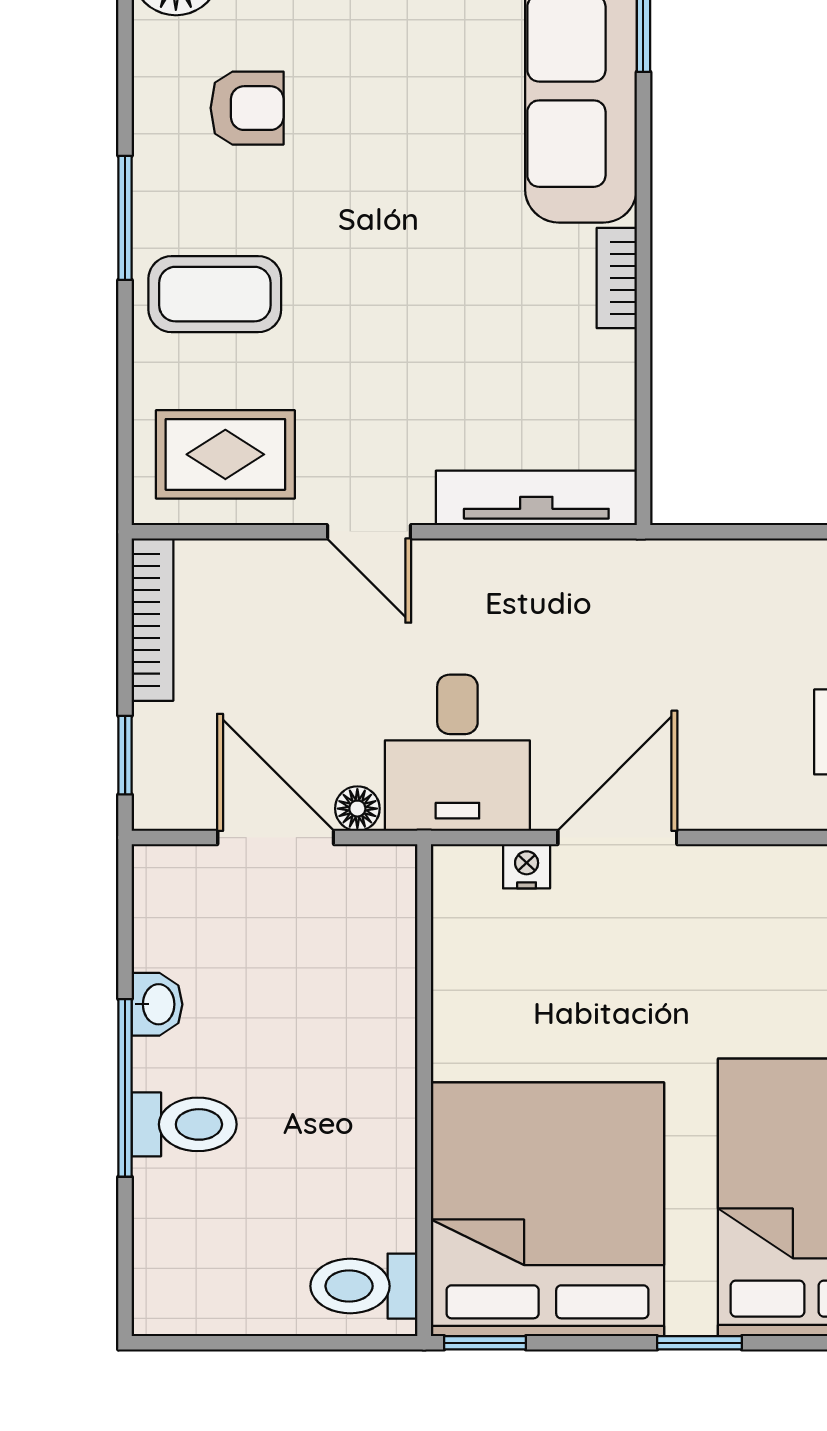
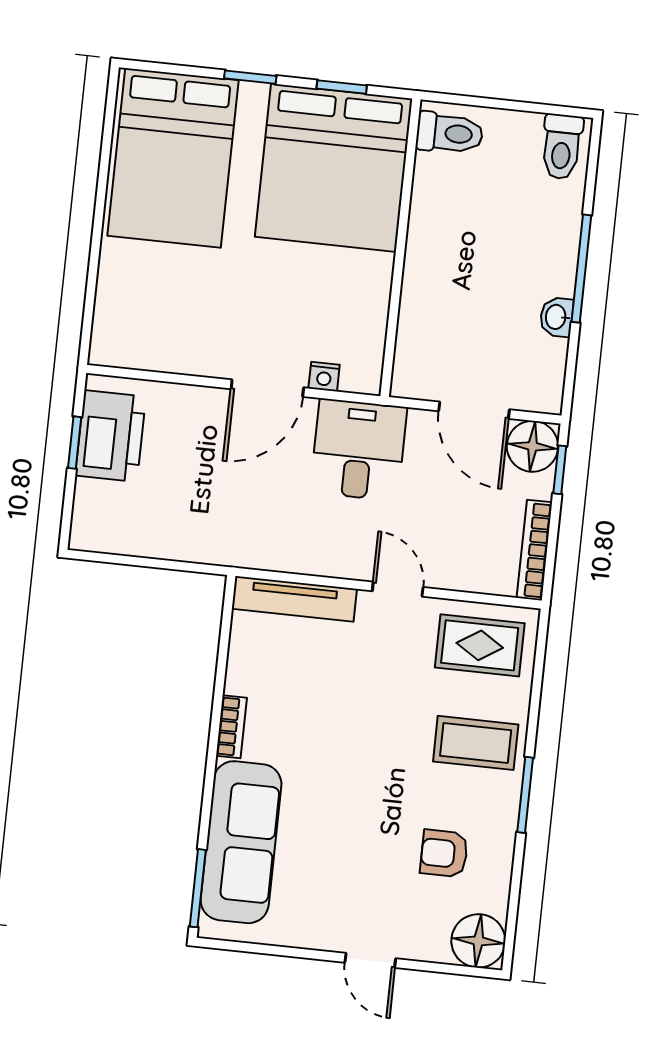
floor lamp: (357, 809) -> (533, 446), moved, width x1.89, depth x1.89
toilet: (184, 1124) -> (562, 147), moved, turned -90
window: (485, 1343) -> (342, 87), moved

